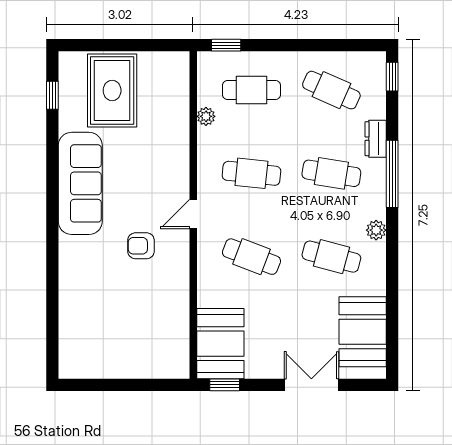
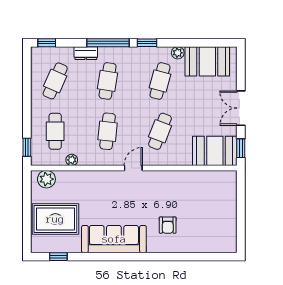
plant: (175, 76) -> (46, 179), added
door: (193, 214) -> (133, 168), swing flipped
plant: (376, 230) -> (178, 53), moved
window: (392, 236) -> (147, 43), added
armchair: (141, 246) -> (168, 225), moved
double door: (311, 385) -> (241, 108), moved

